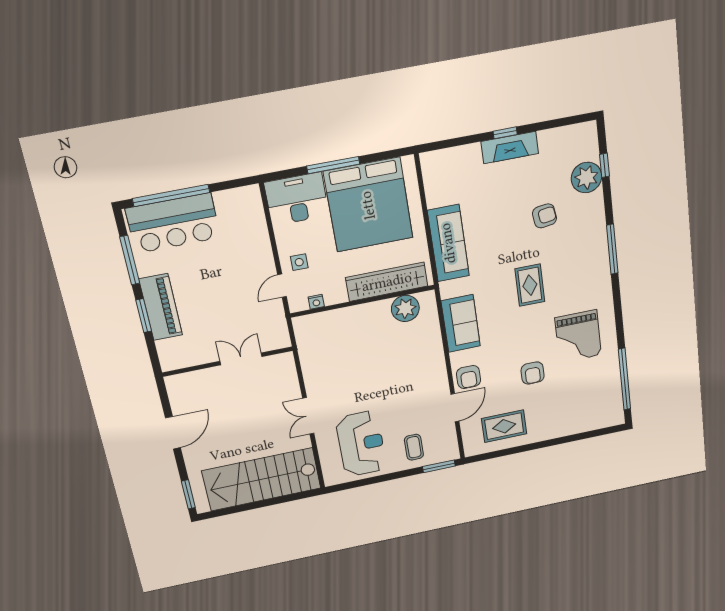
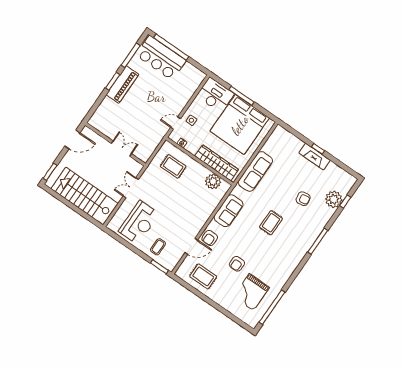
grand piano: (578, 336) -> (251, 292), moved
rug: (335, 340) -> (173, 166), added
double door: (241, 359) -> (121, 149), moved
wall: (228, 362) -> (115, 144), moved

